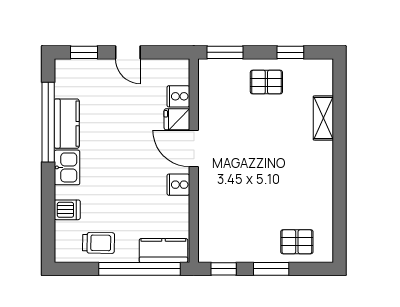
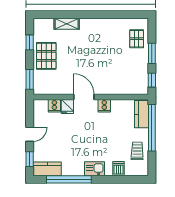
pallet: (266, 82) -> (46, 56), width x1.50, depth x1.42
kitchen counter: (67, 124) -> (47, 169), moved
door: (194, 149) -> (84, 97), swing flipped

